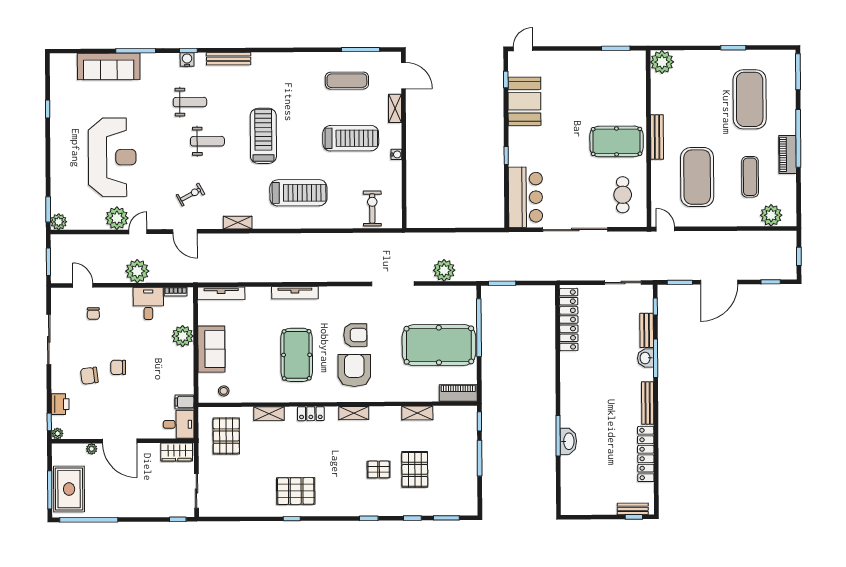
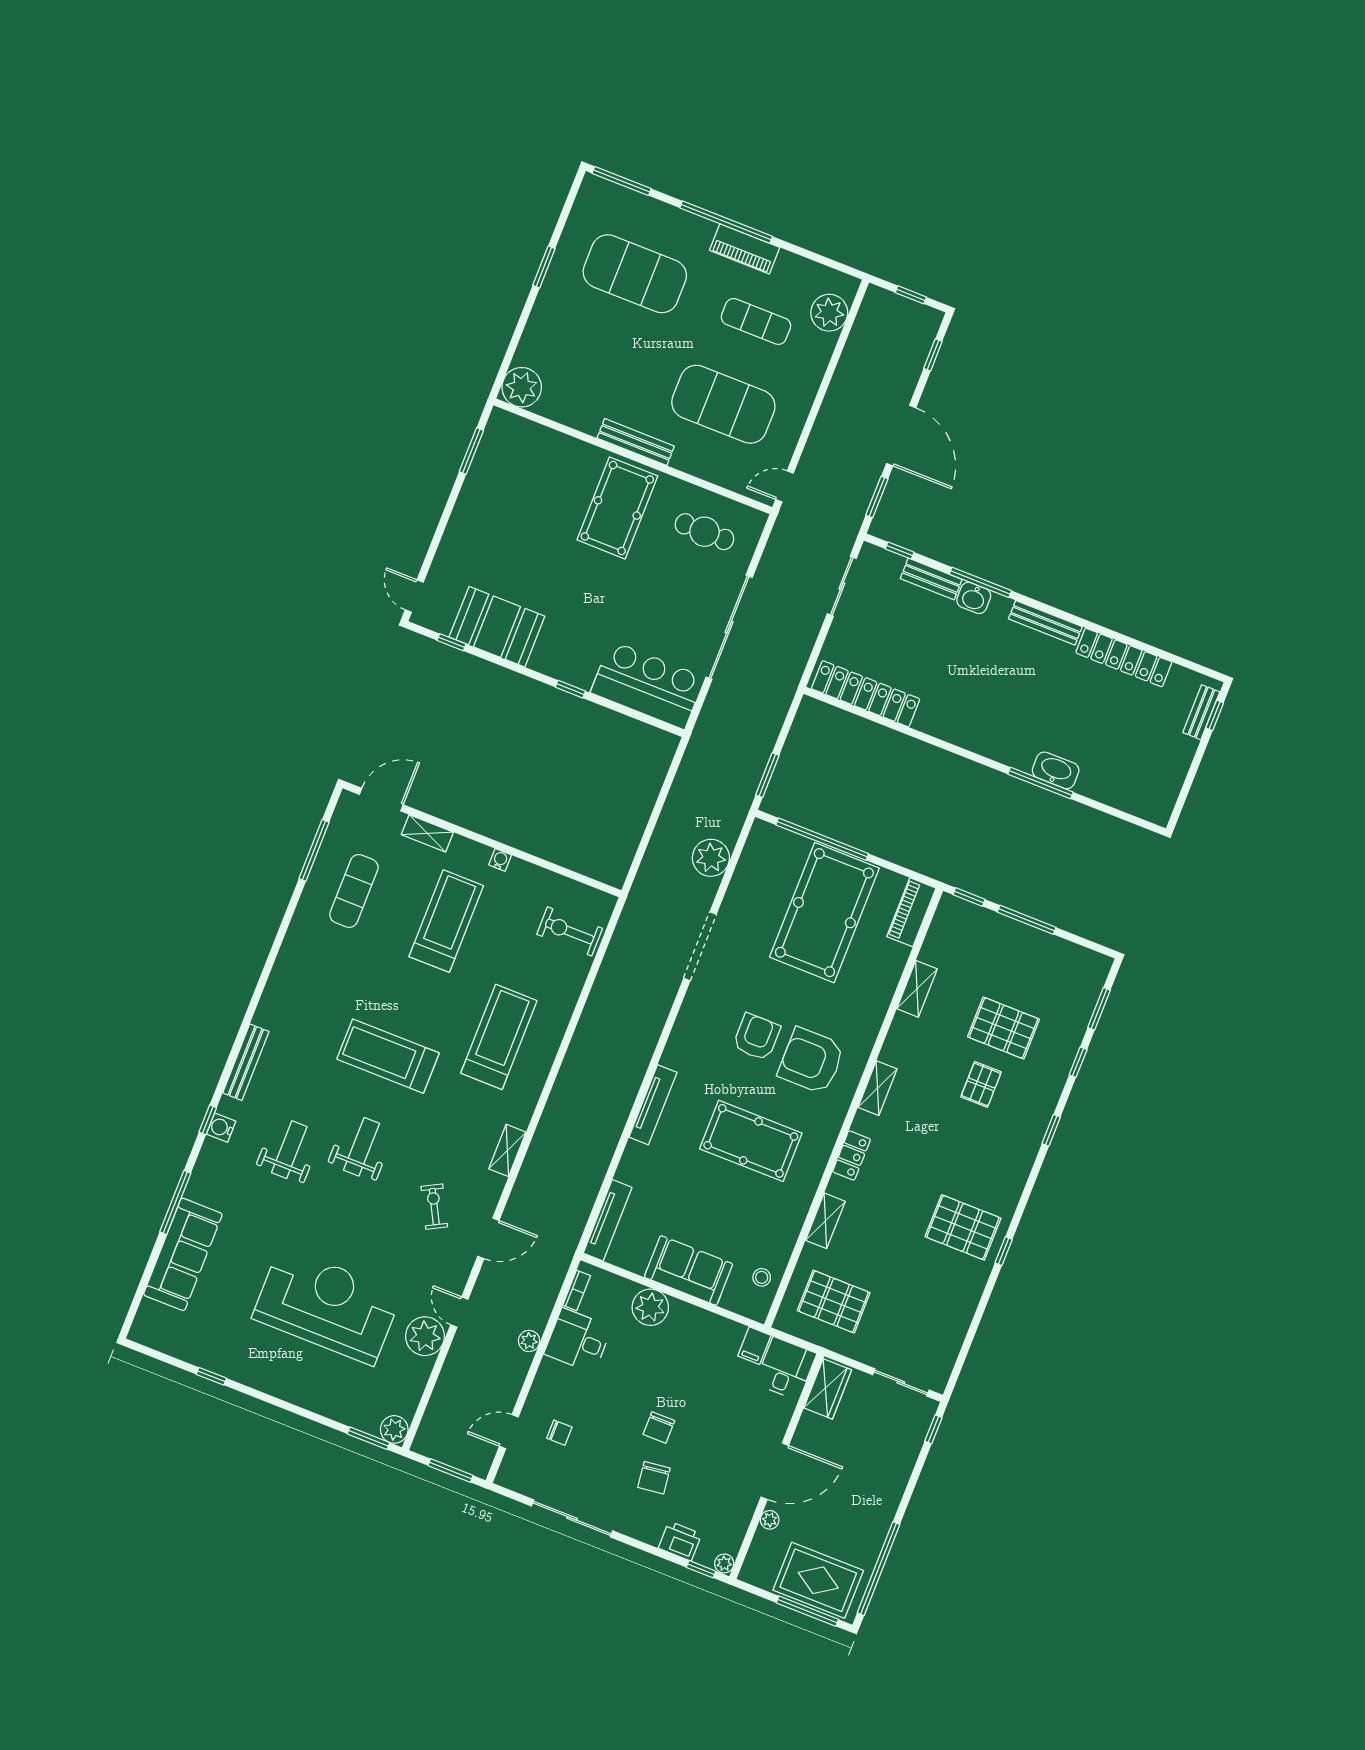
plant: (137, 271) -> (529, 1341), width x0.53, depth x0.53
pallet: (296, 491) -> (963, 1227), turned 90

